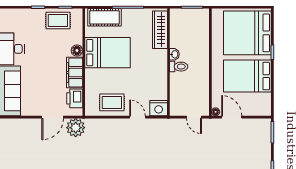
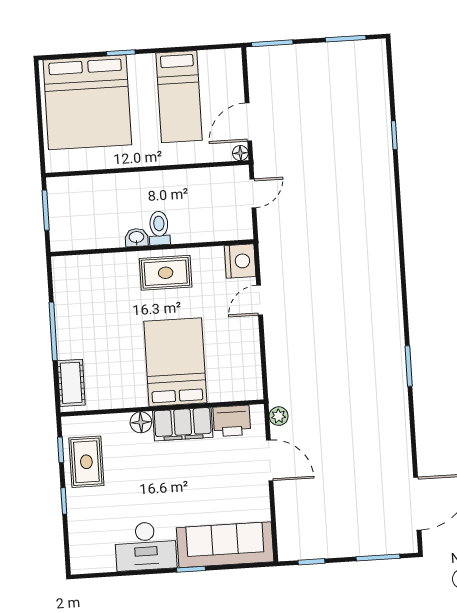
cot: (105, 17) -> (71, 383), width x0.73, depth x0.75
wardrobe: (160, 30) -> (92, 268), removed
bed: (108, 53) -> (175, 362), moved
bed: (247, 76) -> (179, 97), width x0.67
rug: (112, 102) -> (166, 273), moved, turned 90
plant: (76, 128) -> (279, 416), width x0.53, depth x0.53

